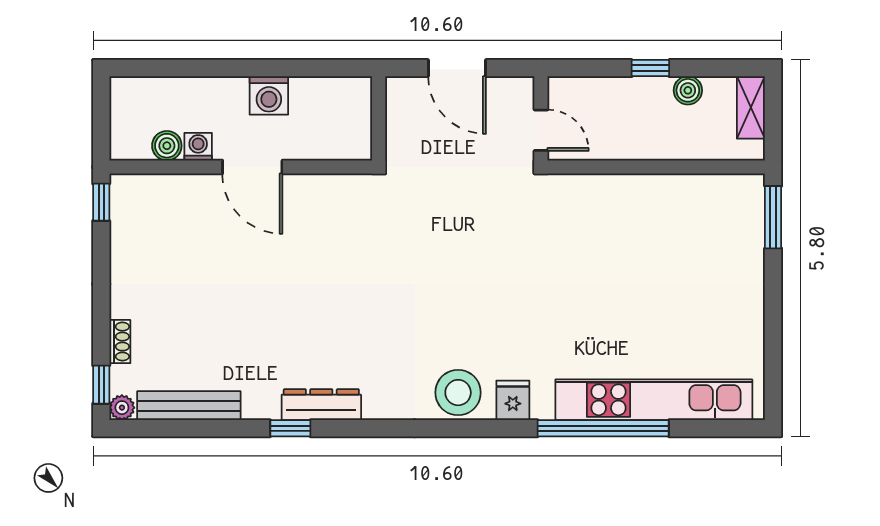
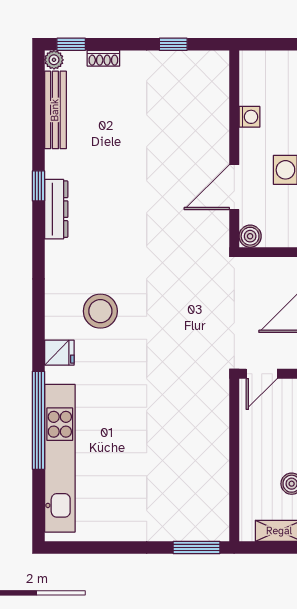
boiler: (167, 146) -> (250, 236), moved
door: (252, 167) -> (234, 187), moved
window: (101, 202) -> (173, 44), moved
stool: (458, 393) -> (100, 311), moved

